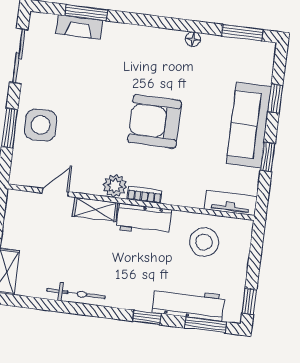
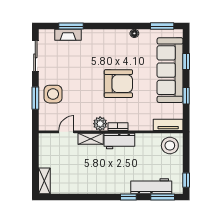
armchair: (155, 121) -> (118, 84), turned 180
sofa: (249, 125) -> (170, 70), width x1.36, depth x1.27
stool: (204, 242) -> (170, 145), moved
bicycle: (76, 294) -> (86, 188), removed

